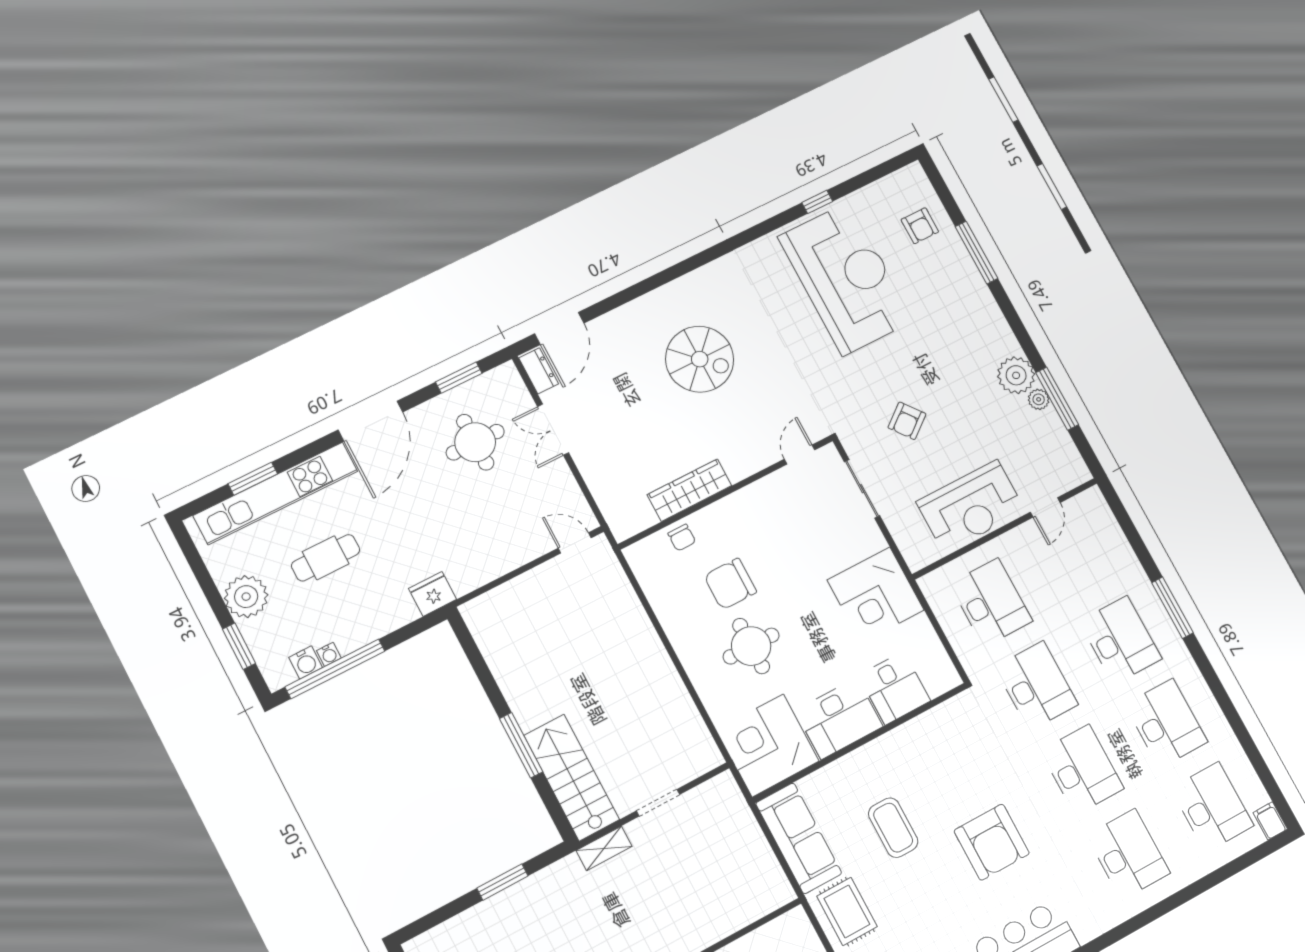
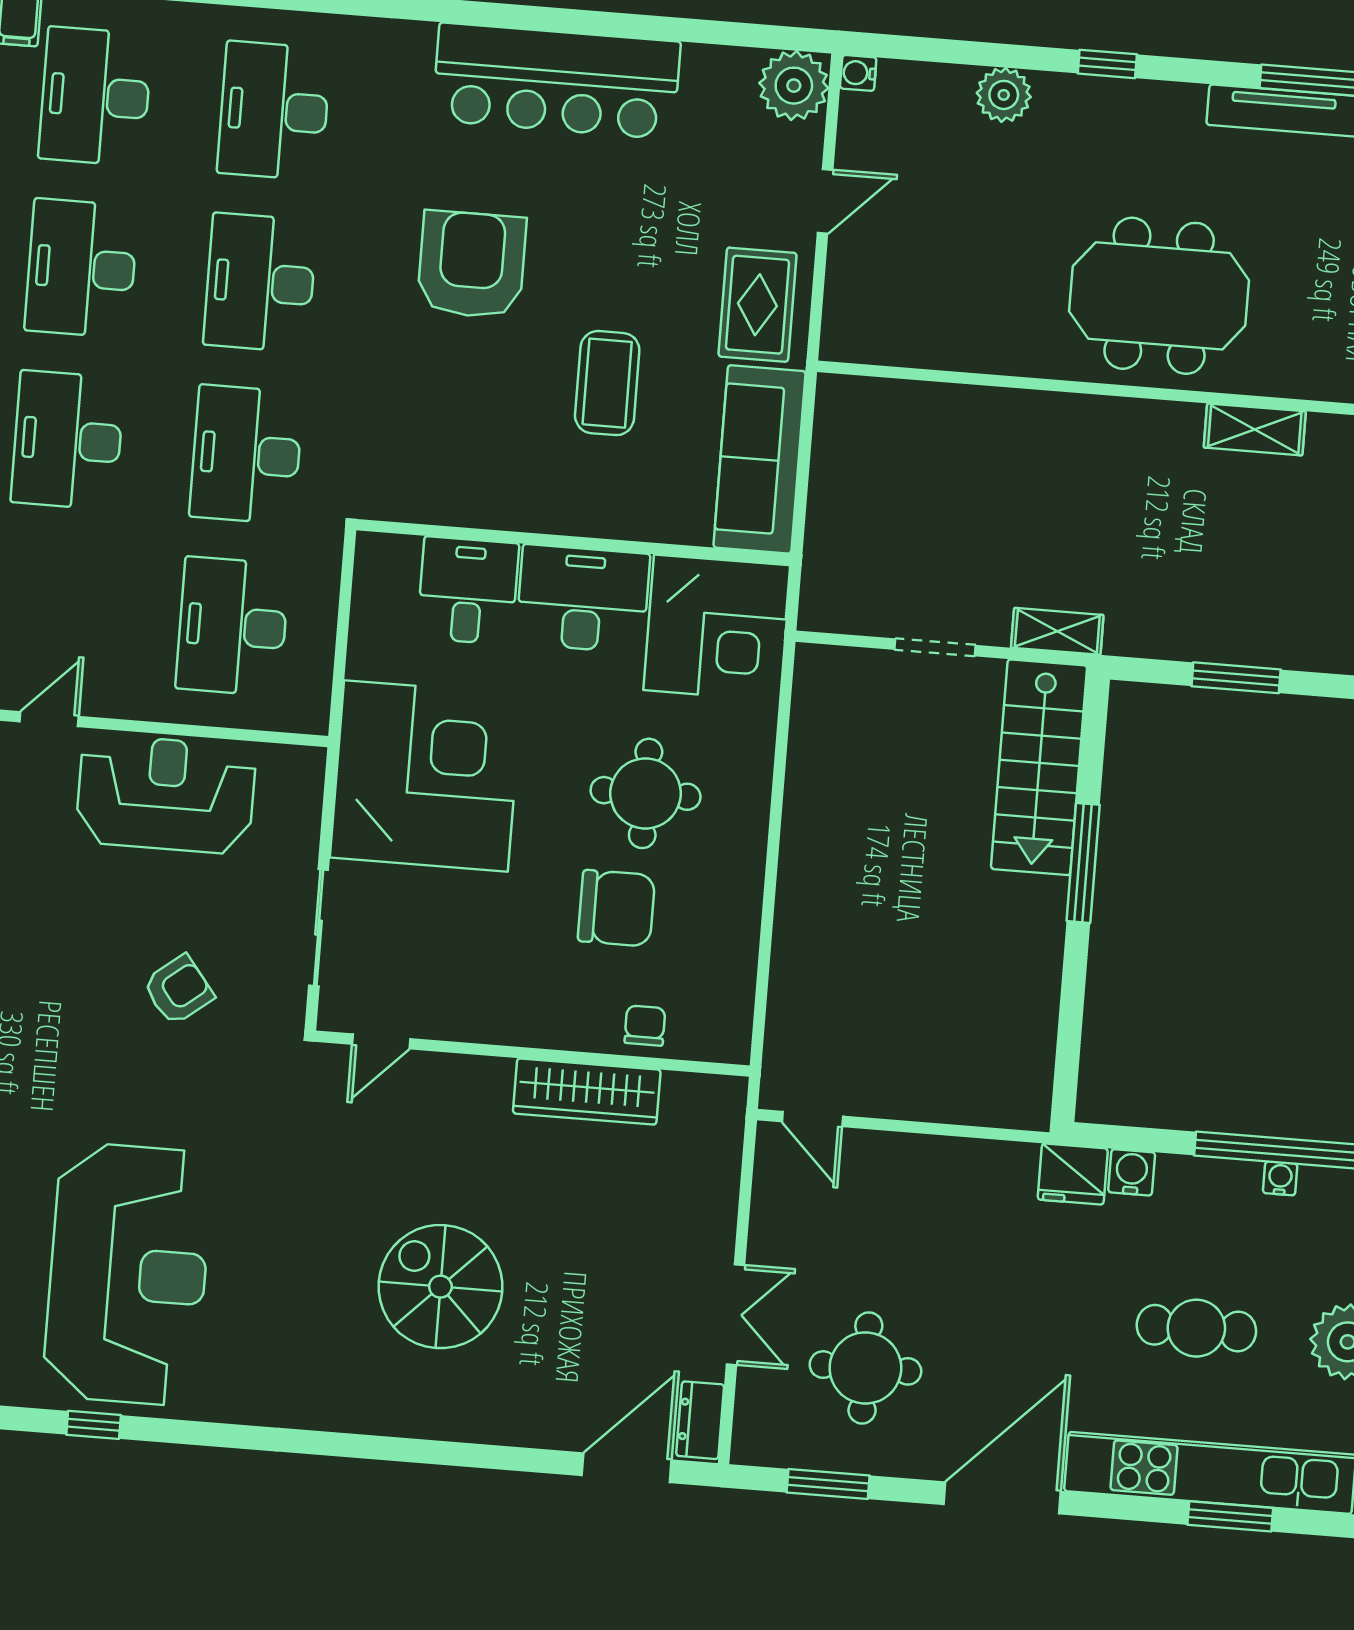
reception desk: (846, 279) -> (128, 1274), turned 180
corner desk: (876, 595) -> (426, 776), width x1.36, depth x1.36
water cooler: (306, 662) -> (1132, 1172), moved

